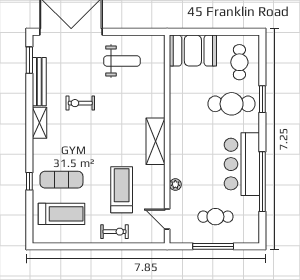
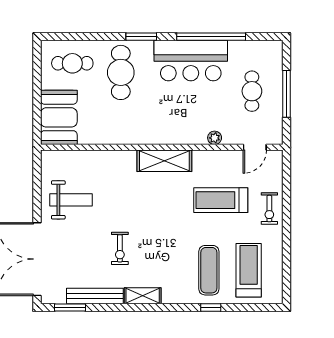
weight bench: (122, 61) -> (71, 200), turned 90
window: (262, 99) -> (141, 37), moved
exercise bike: (115, 232) -> (269, 209), turned 180

